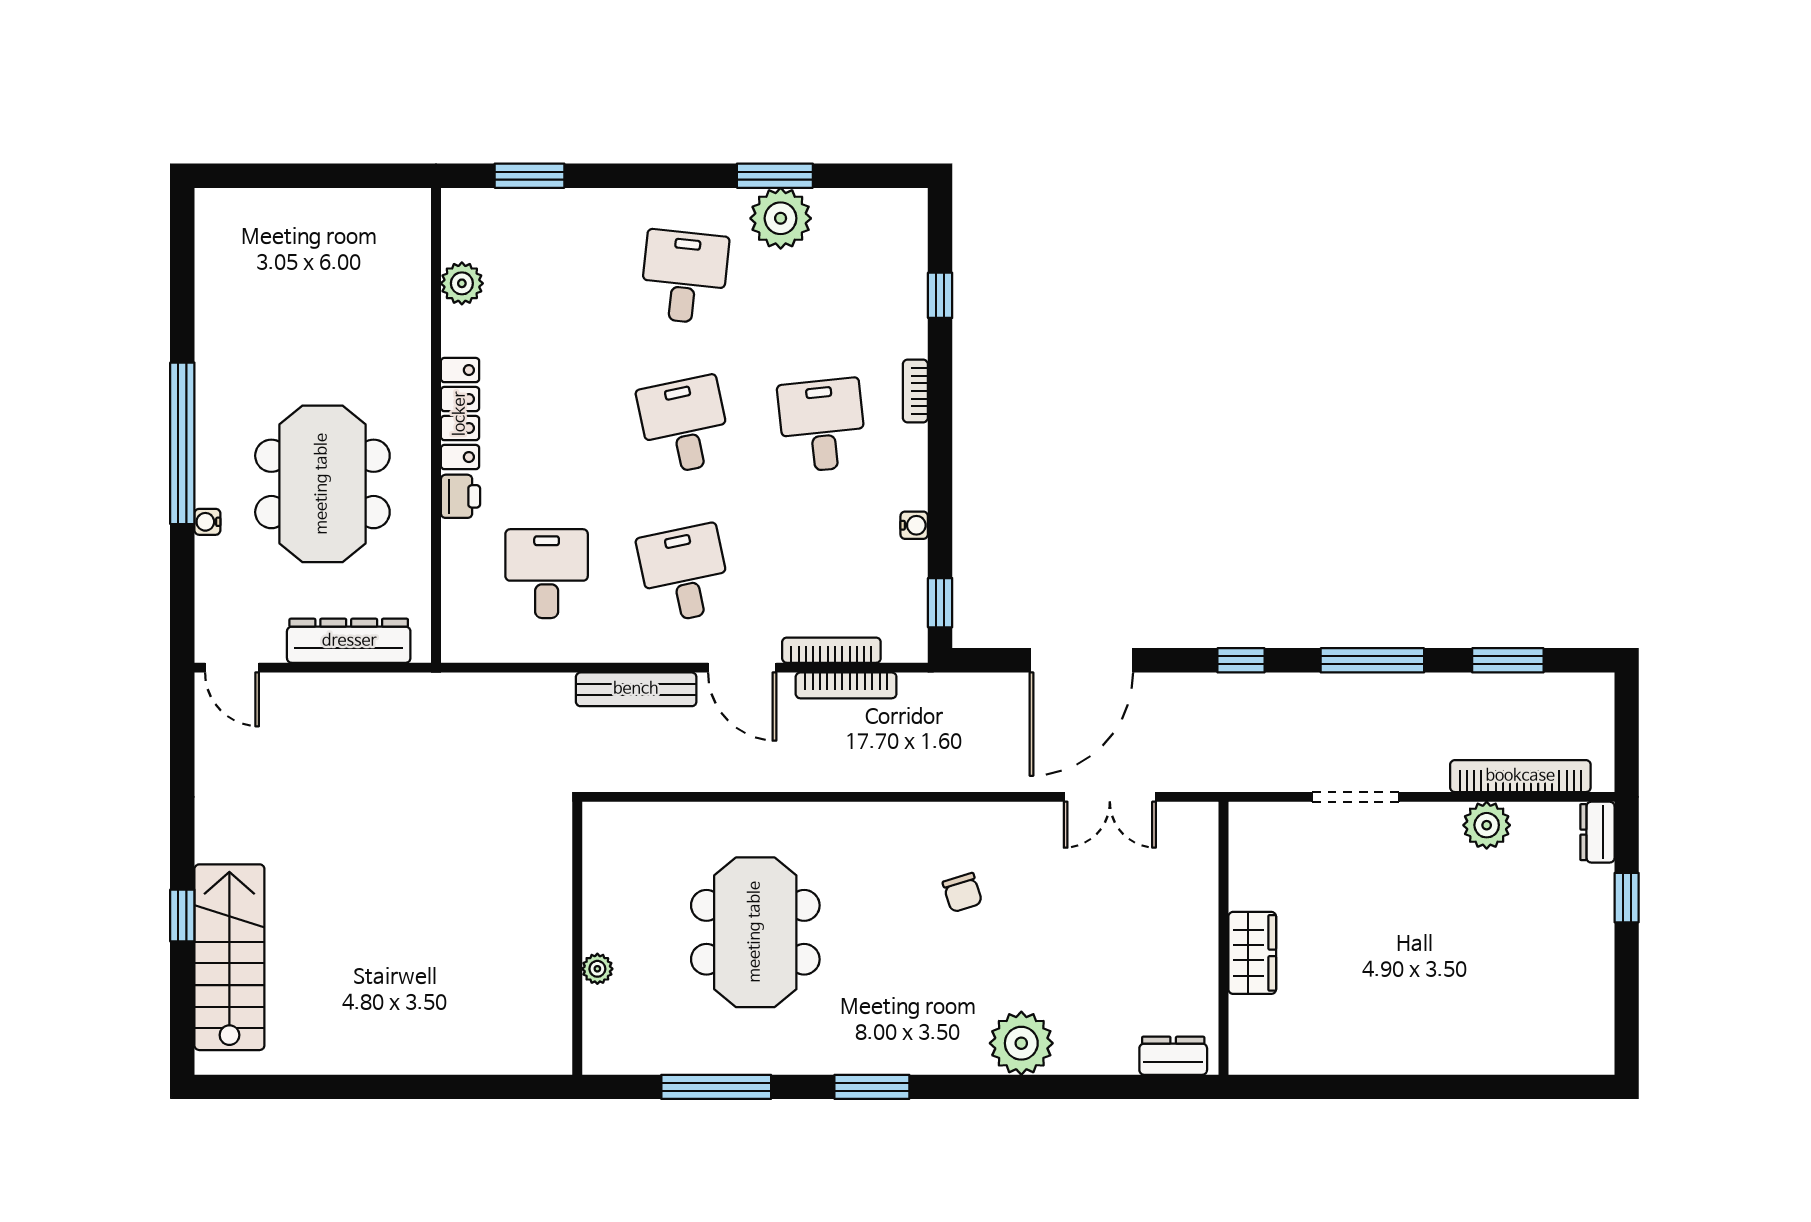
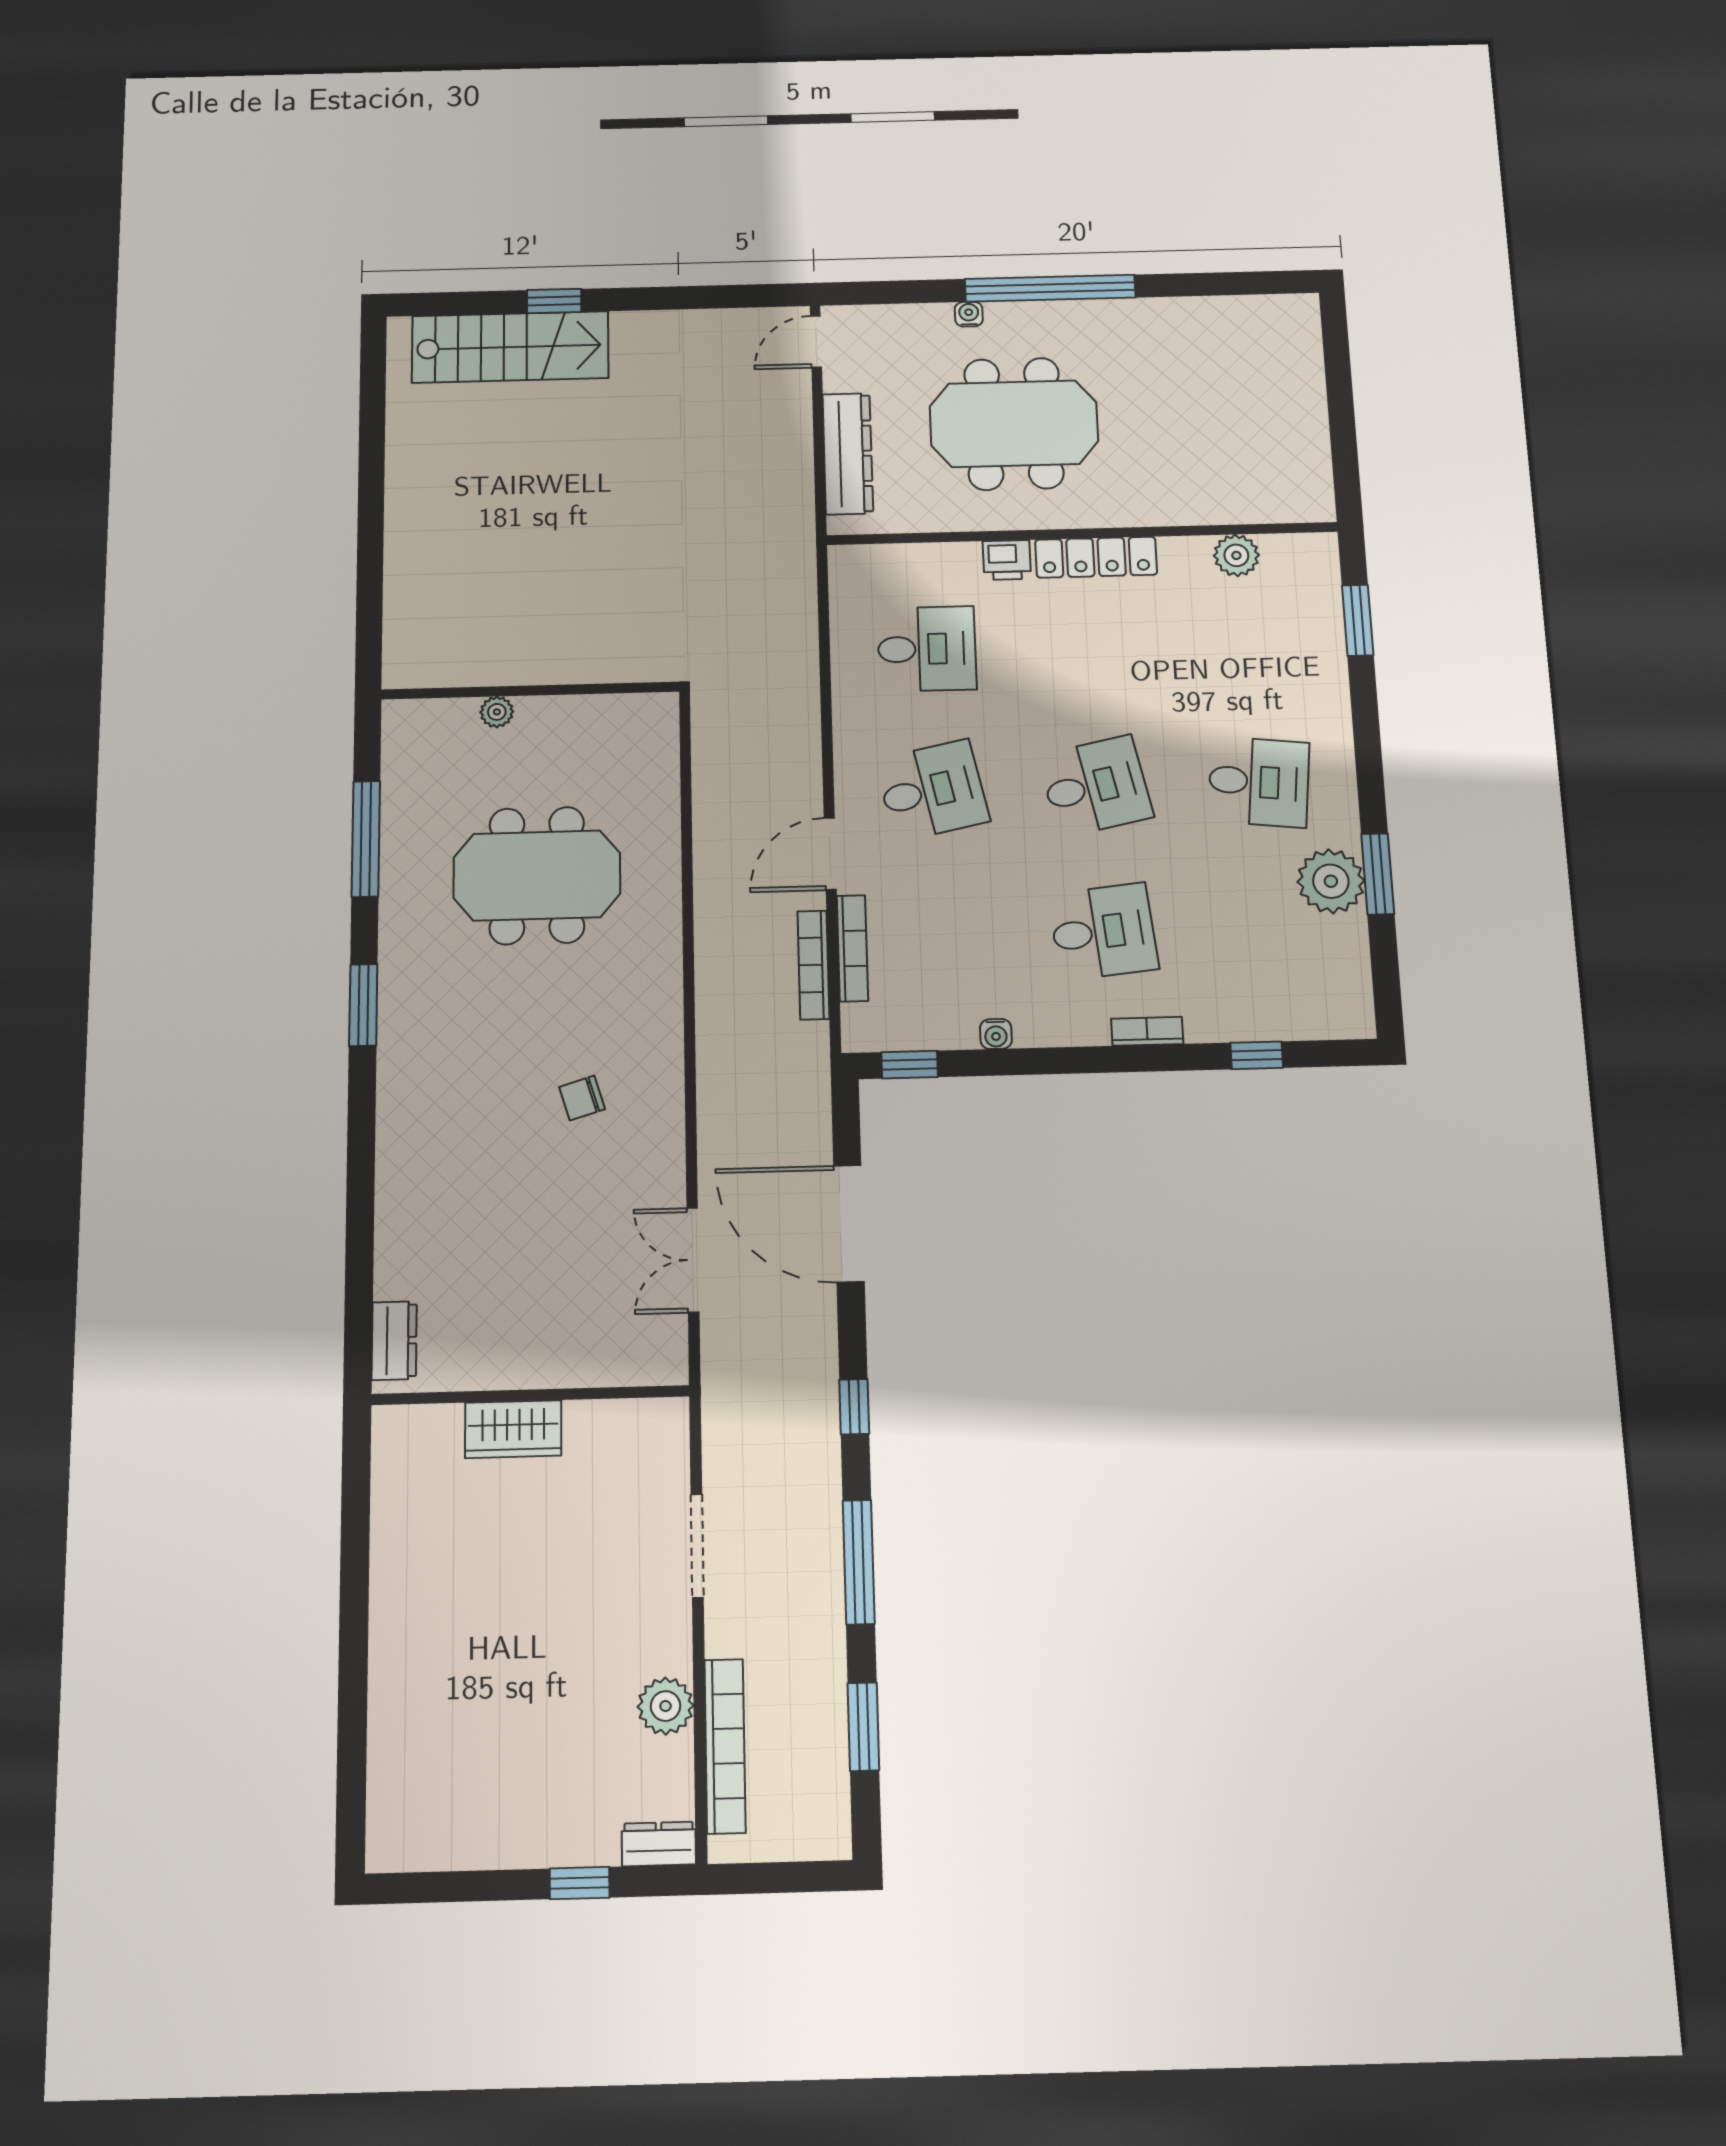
bench: (636, 689) -> (803, 744), removed
plant: (1021, 1043) -> (411, 1168), removed

